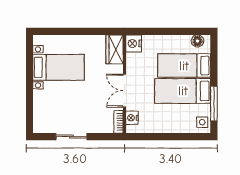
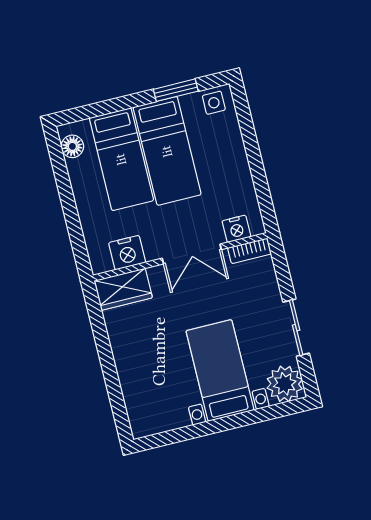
nightstand: (134, 43) -> (127, 253), moved
bed with nightstands: (59, 67) -> (220, 370), moved
window: (214, 104) -> (176, 90), width x0.69
plant: (43, 123) -> (285, 384), added

